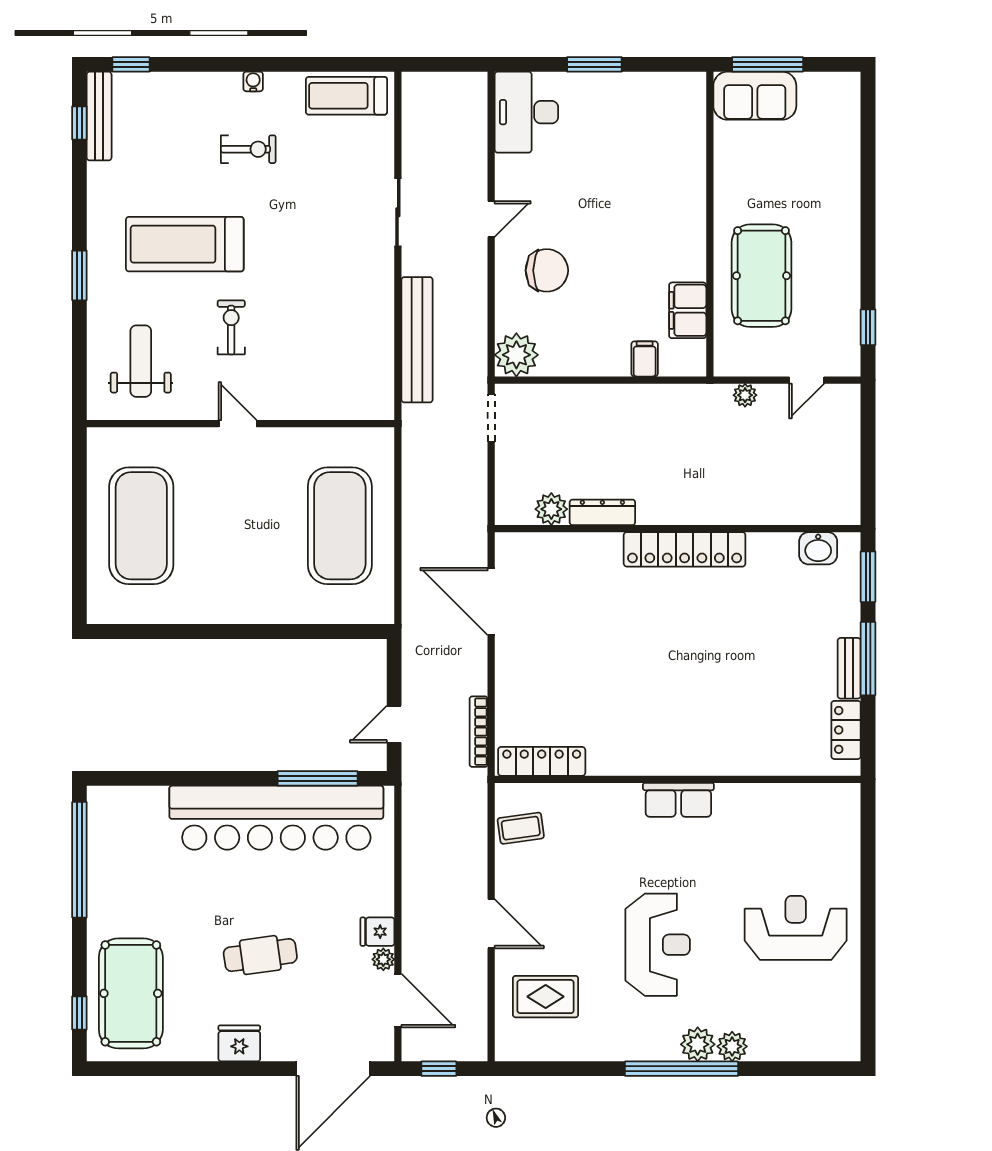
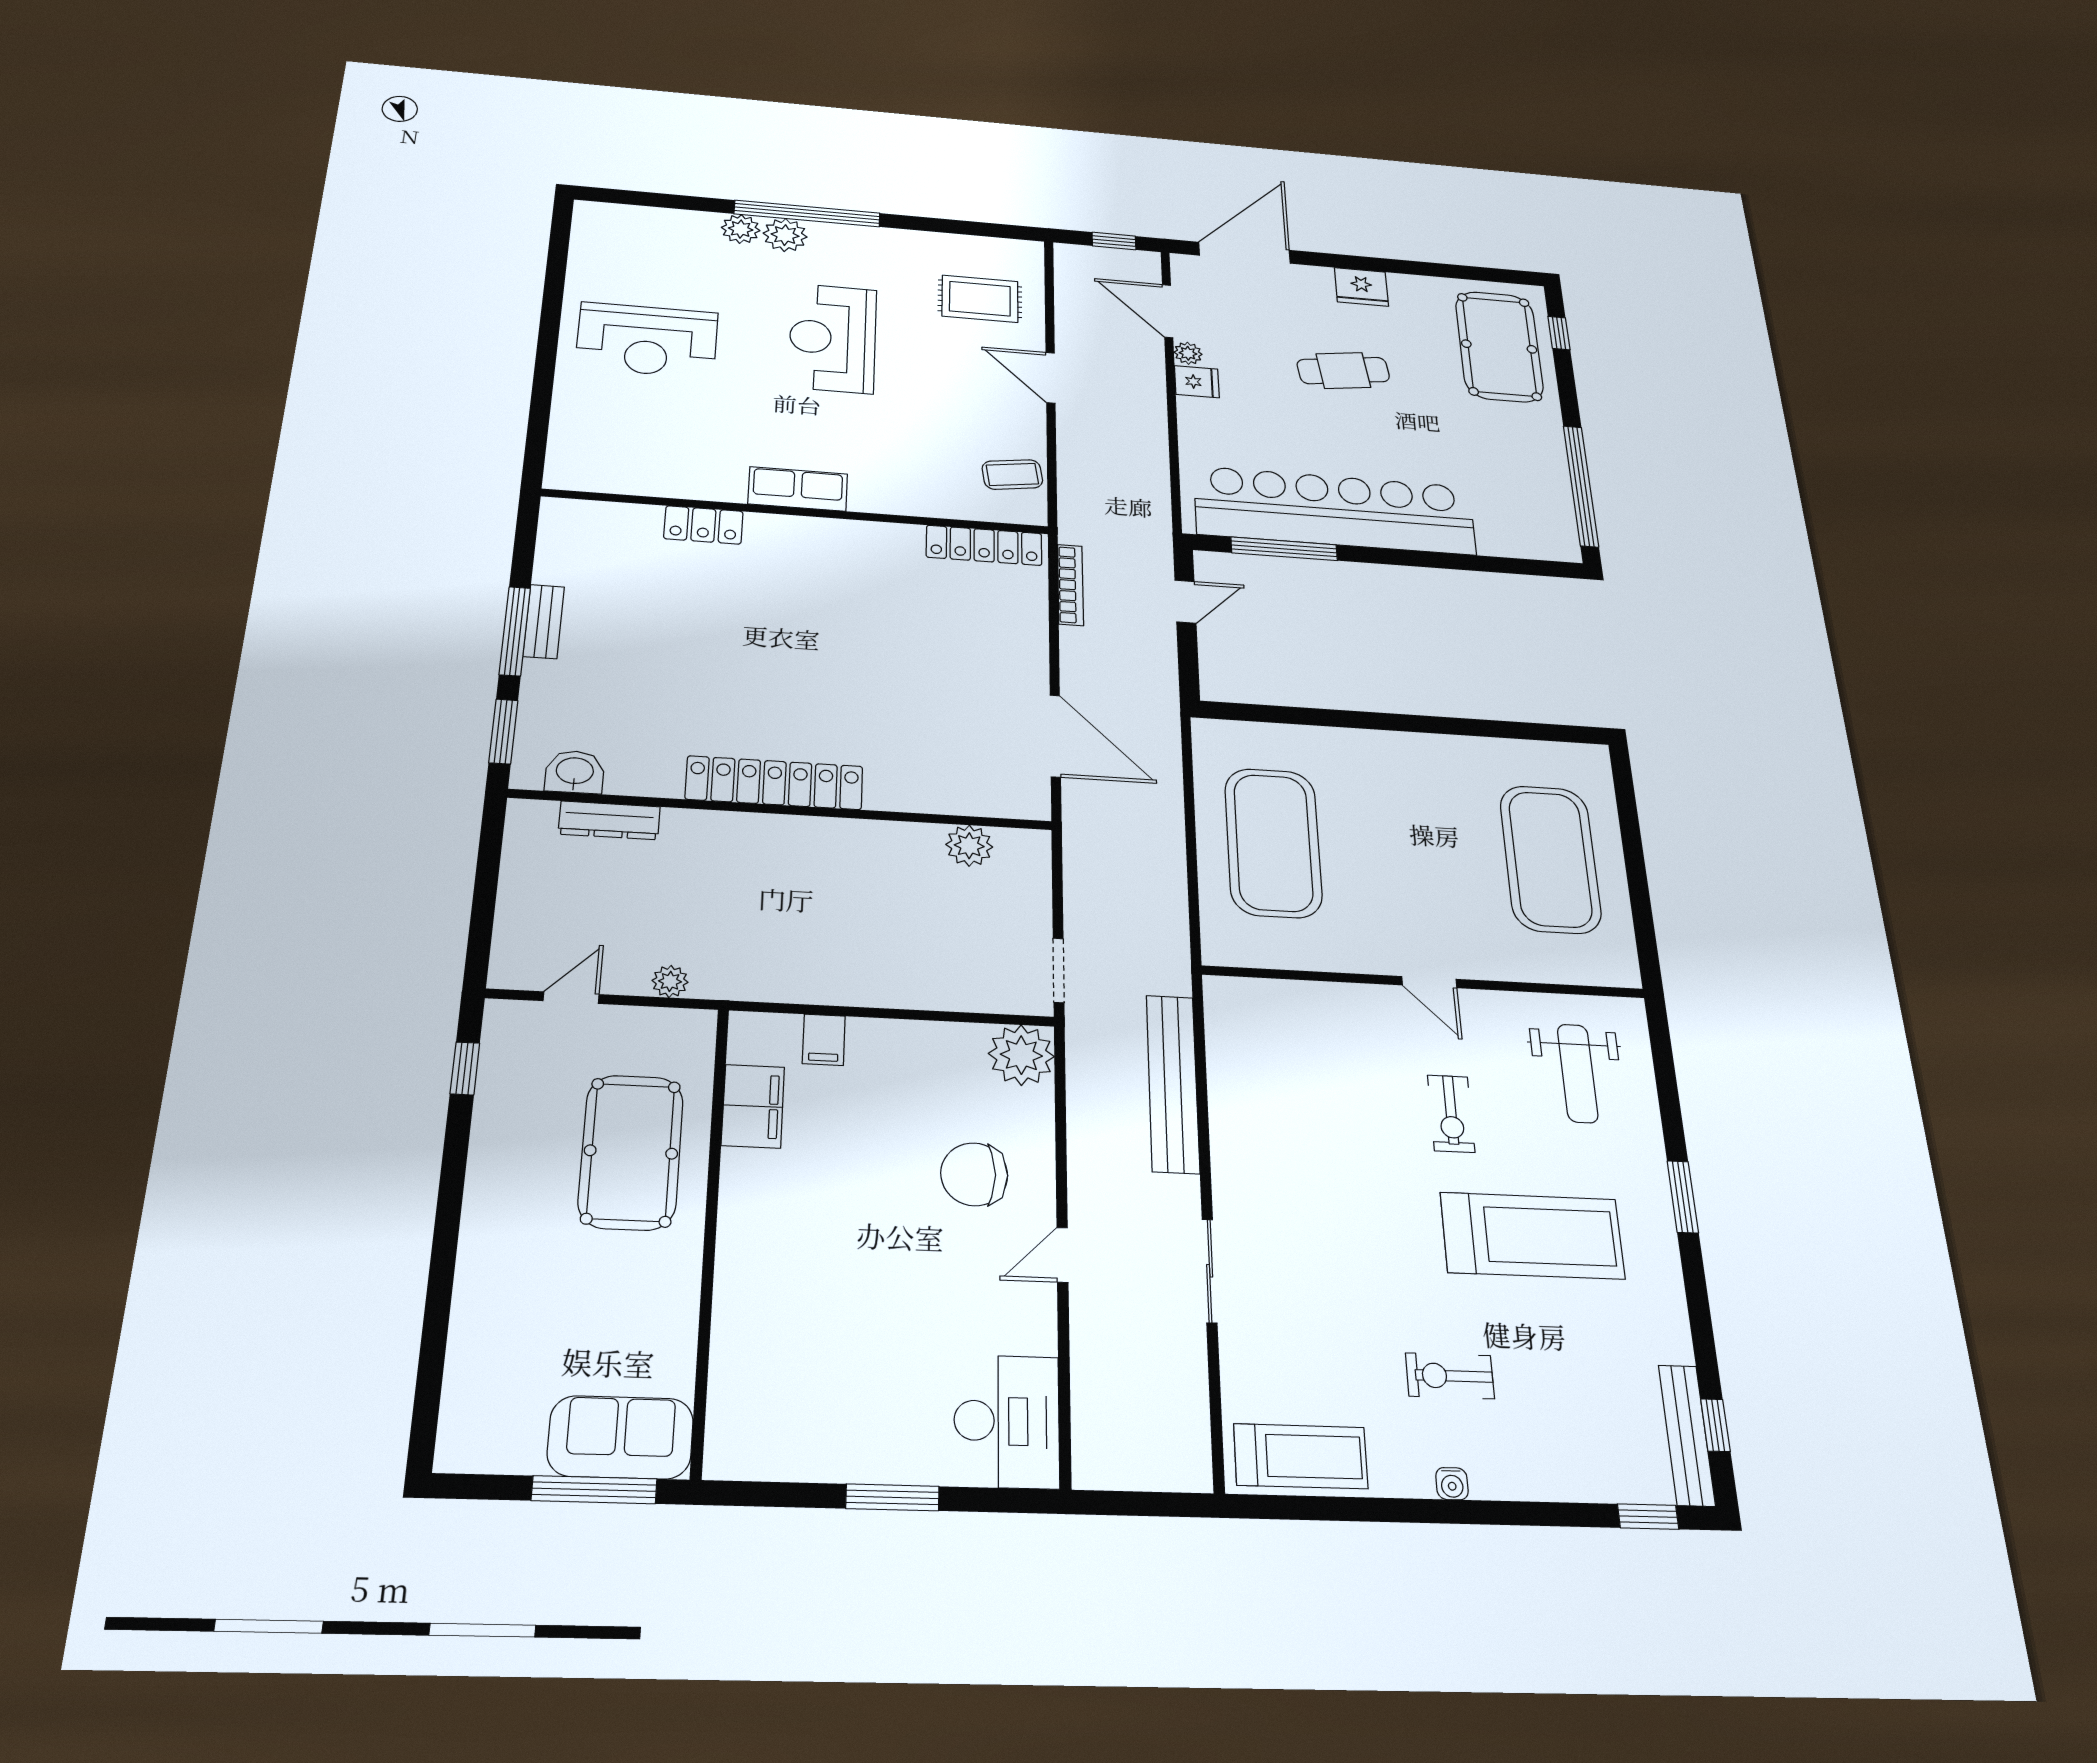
dresser: (602, 512) -> (609, 820), moved
locker: (846, 730) -> (703, 525), moved, turned 90

